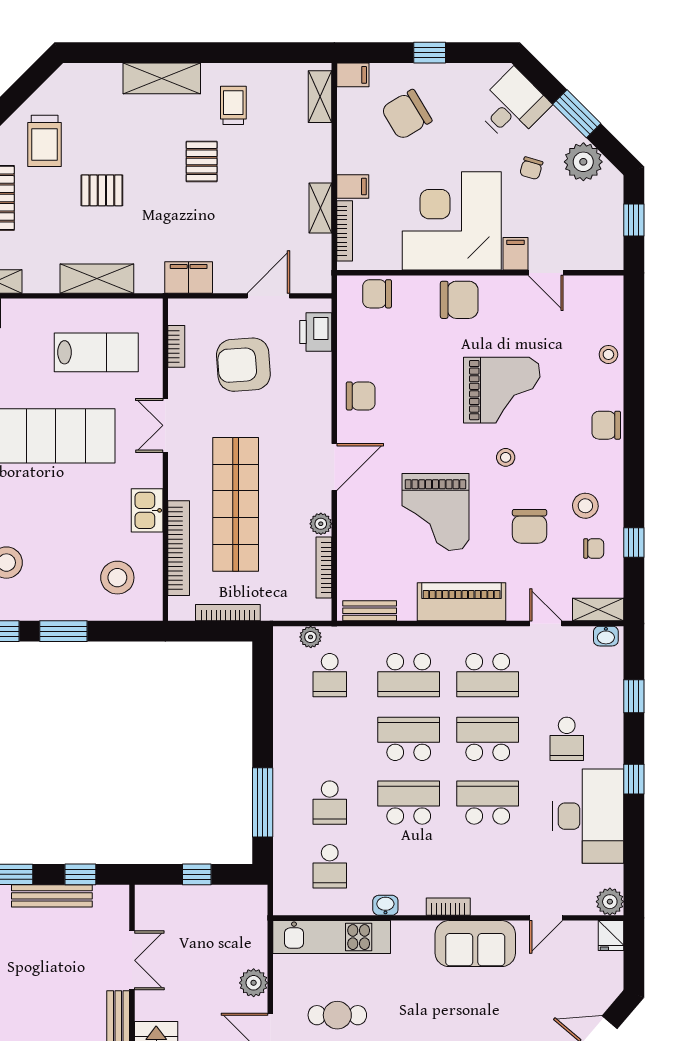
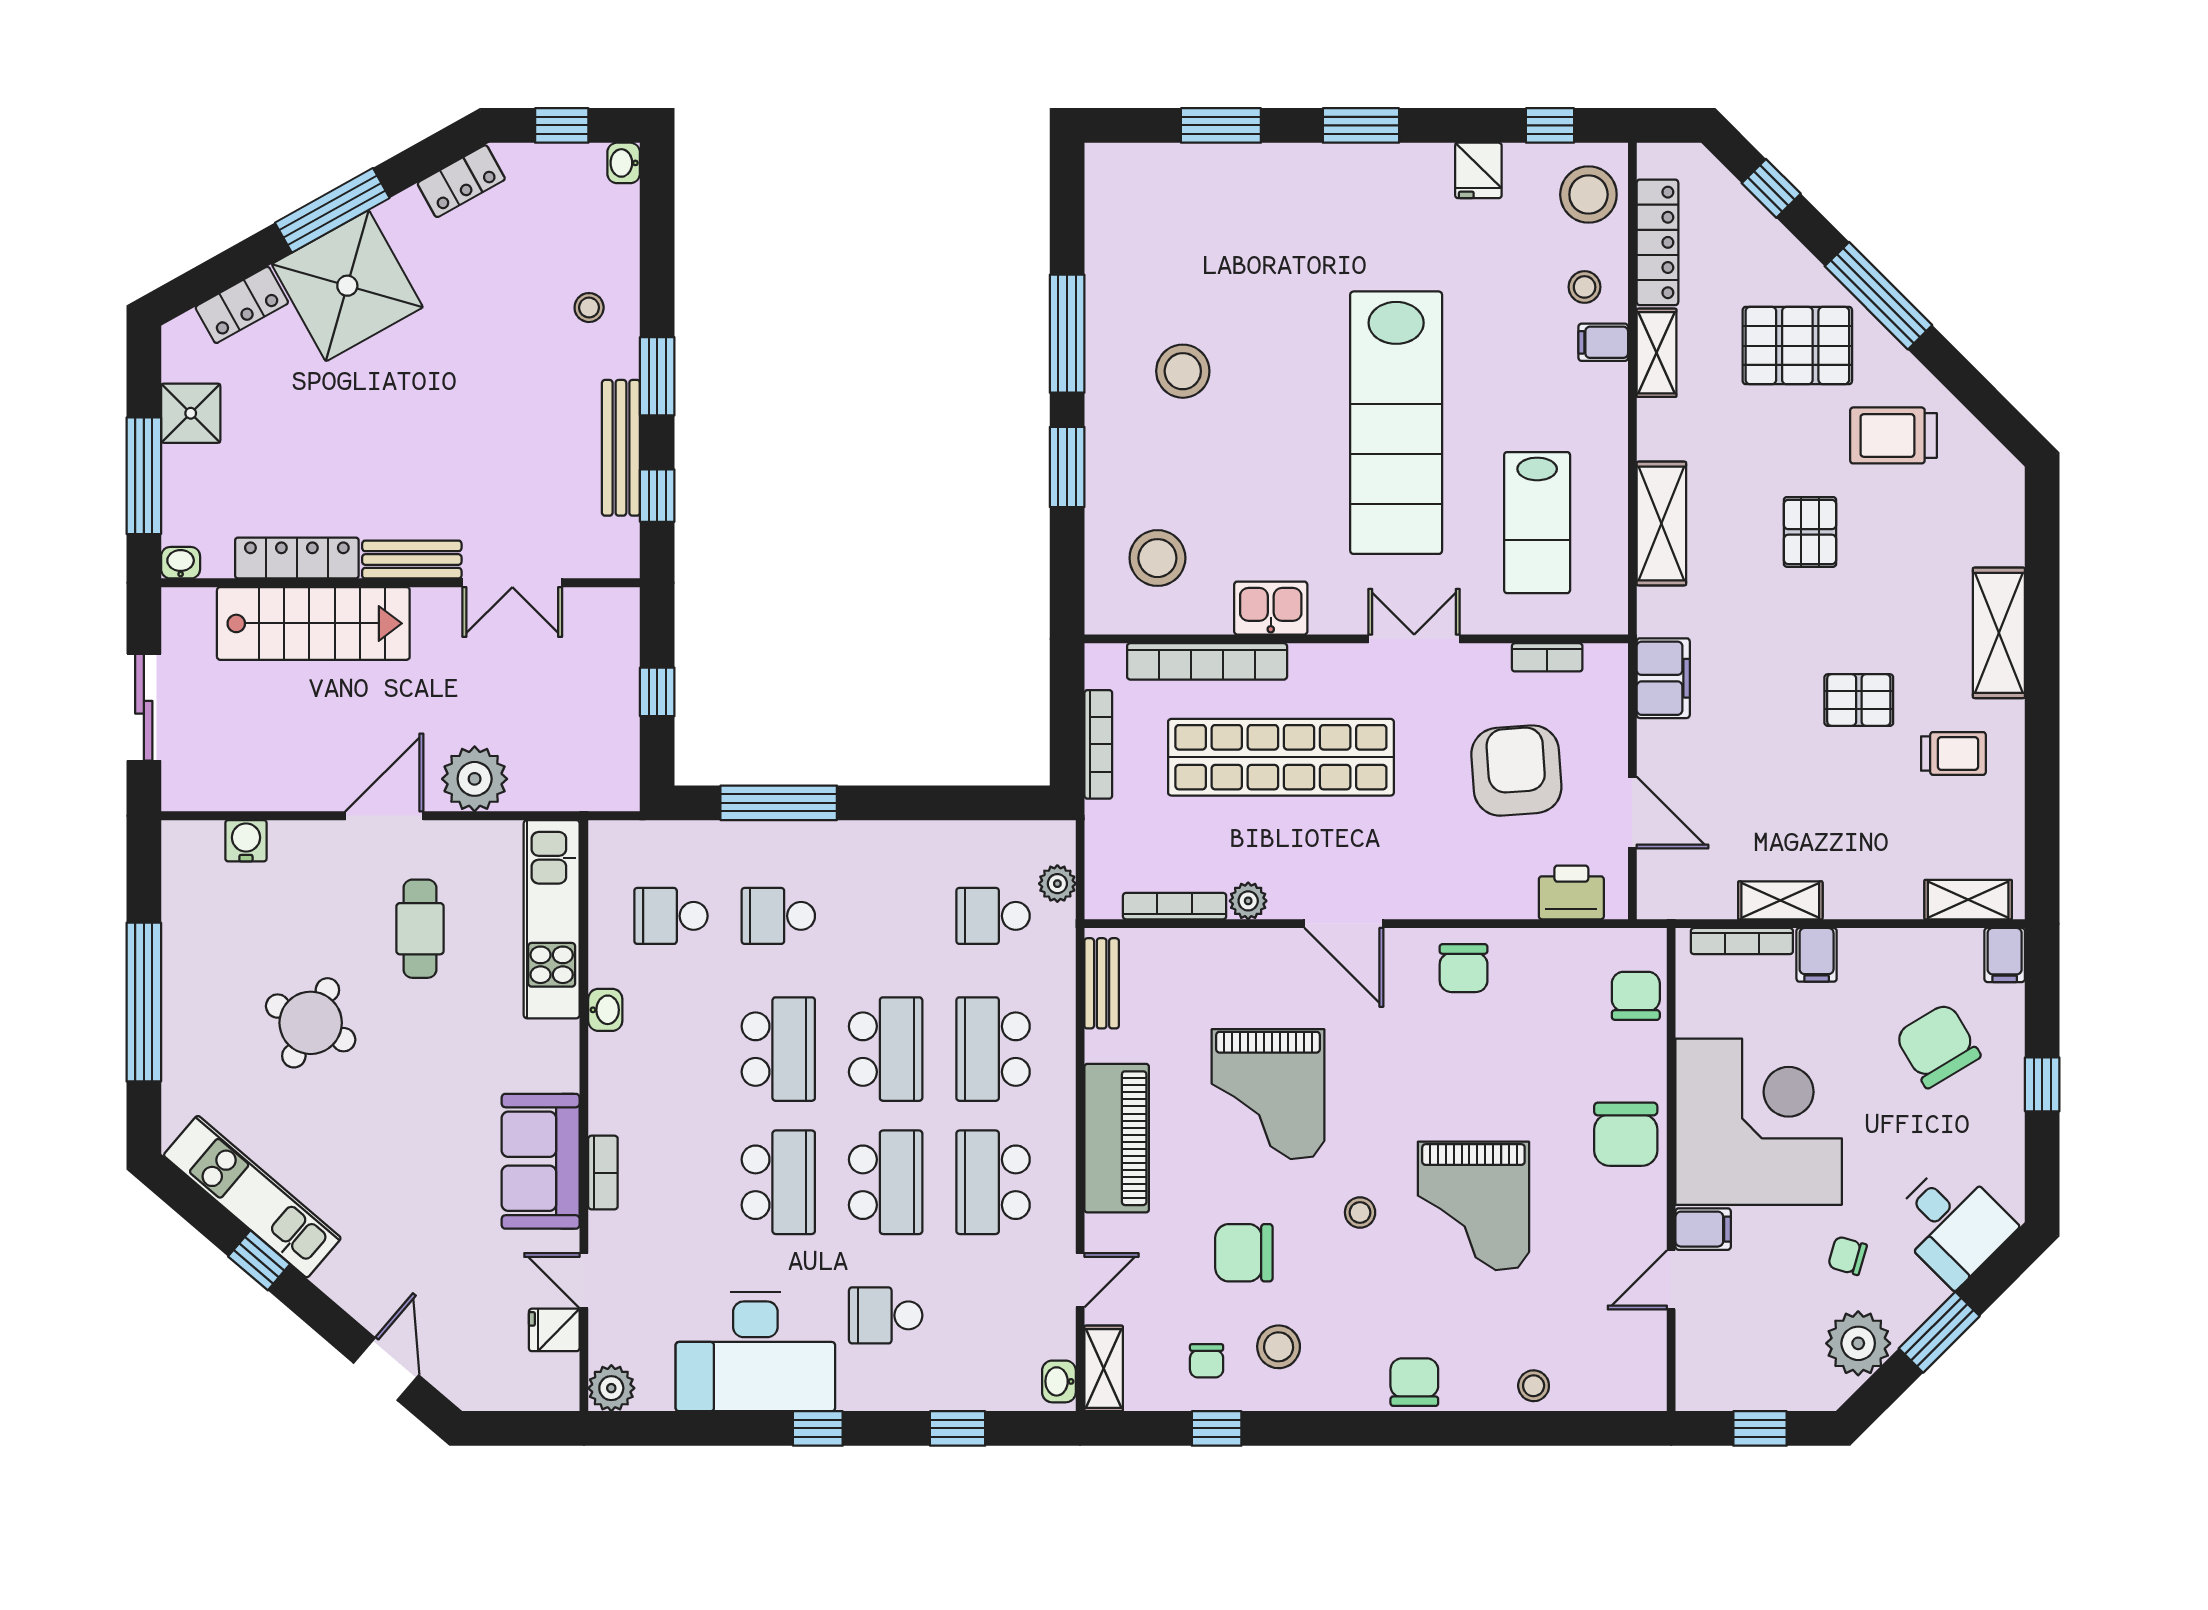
grand piano: (435, 512) -> (1268, 1094), turned -90
bookcase: (448, 907) -> (603, 1173), moved
fridge: (611, 936) -> (554, 1330), moved
plant: (254, 983) -> (475, 779), width x1.36, depth x1.36

